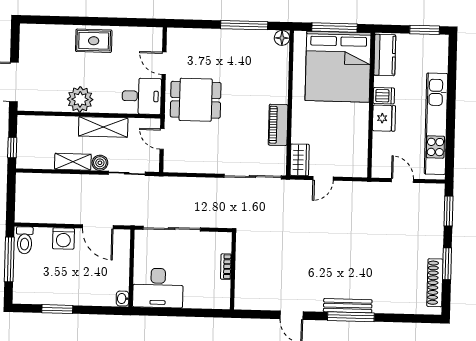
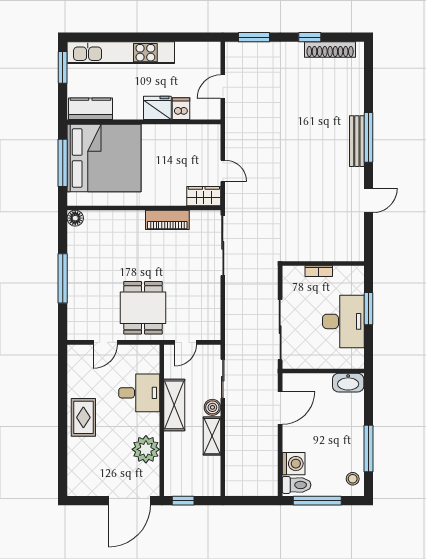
window: (244, 25) -> (63, 278), moved
desk: (142, 96) -> (139, 393), moved, turned 90
dishwasher: (384, 96) -> (181, 109), moved
plant: (80, 99) -> (146, 449), moved
kitchen unit: (436, 124) -> (121, 53), moved
window: (12, 148) -> (183, 501), moved
washing machine: (63, 238) -> (294, 464), moved
window: (447, 264) -> (310, 37), width x0.67
desk: (158, 288) -> (343, 321), moved
stool: (29, 293) -> (353, 479), added
washbasin: (123, 299) -> (348, 383), width x1.91, depth x1.45
window: (57, 309) -> (368, 449), width x1.44
window: (189, 313) -> (368, 309), added

